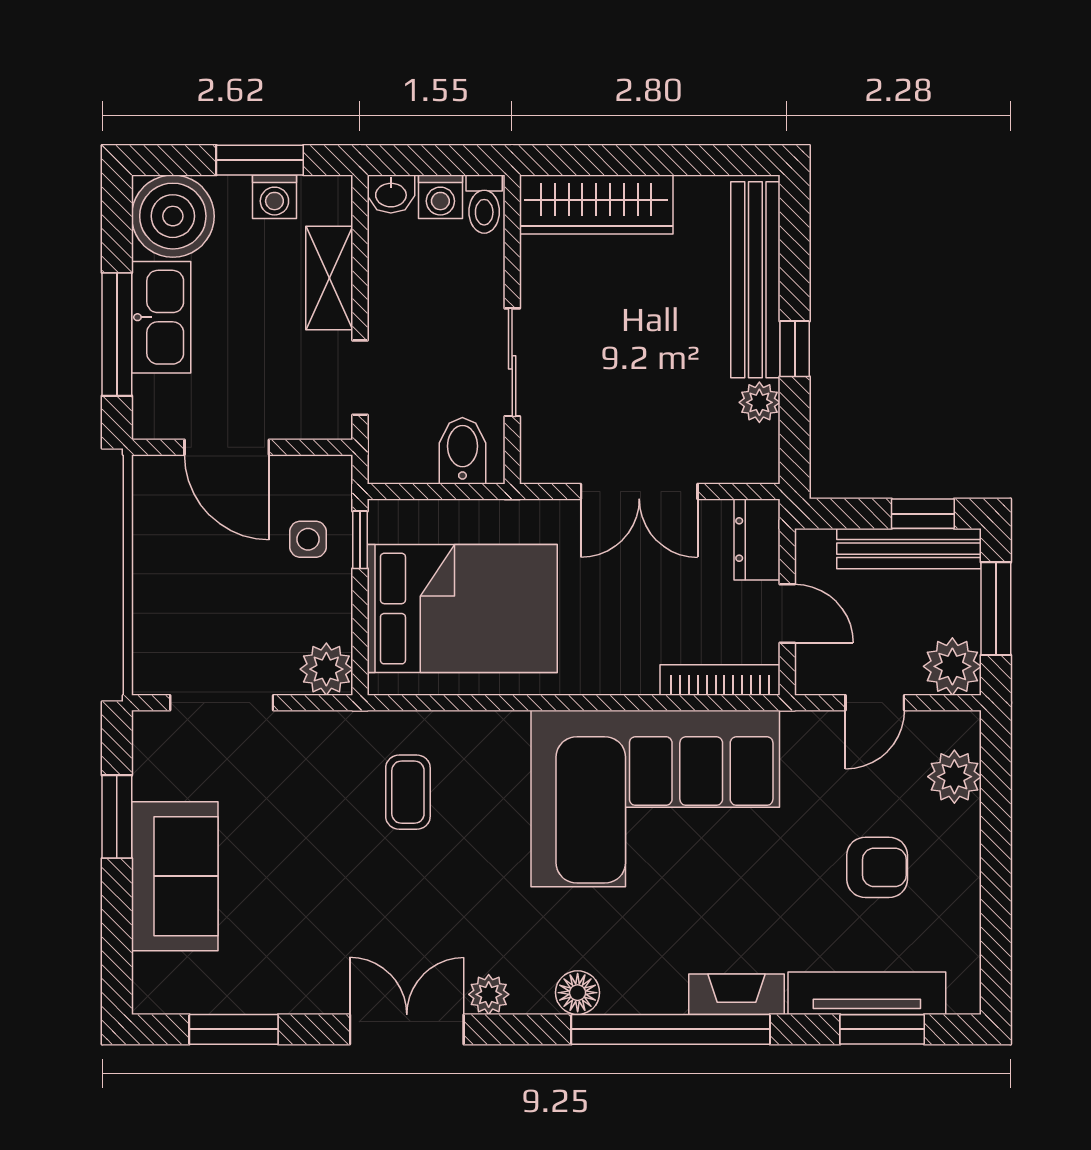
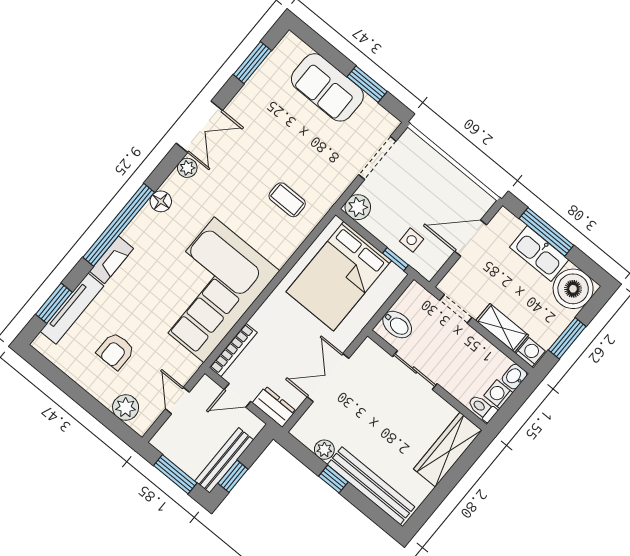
washing machine: (274, 197) -> (531, 352), moved, turned 90
plant: (952, 666) -> (167, 440), removed

